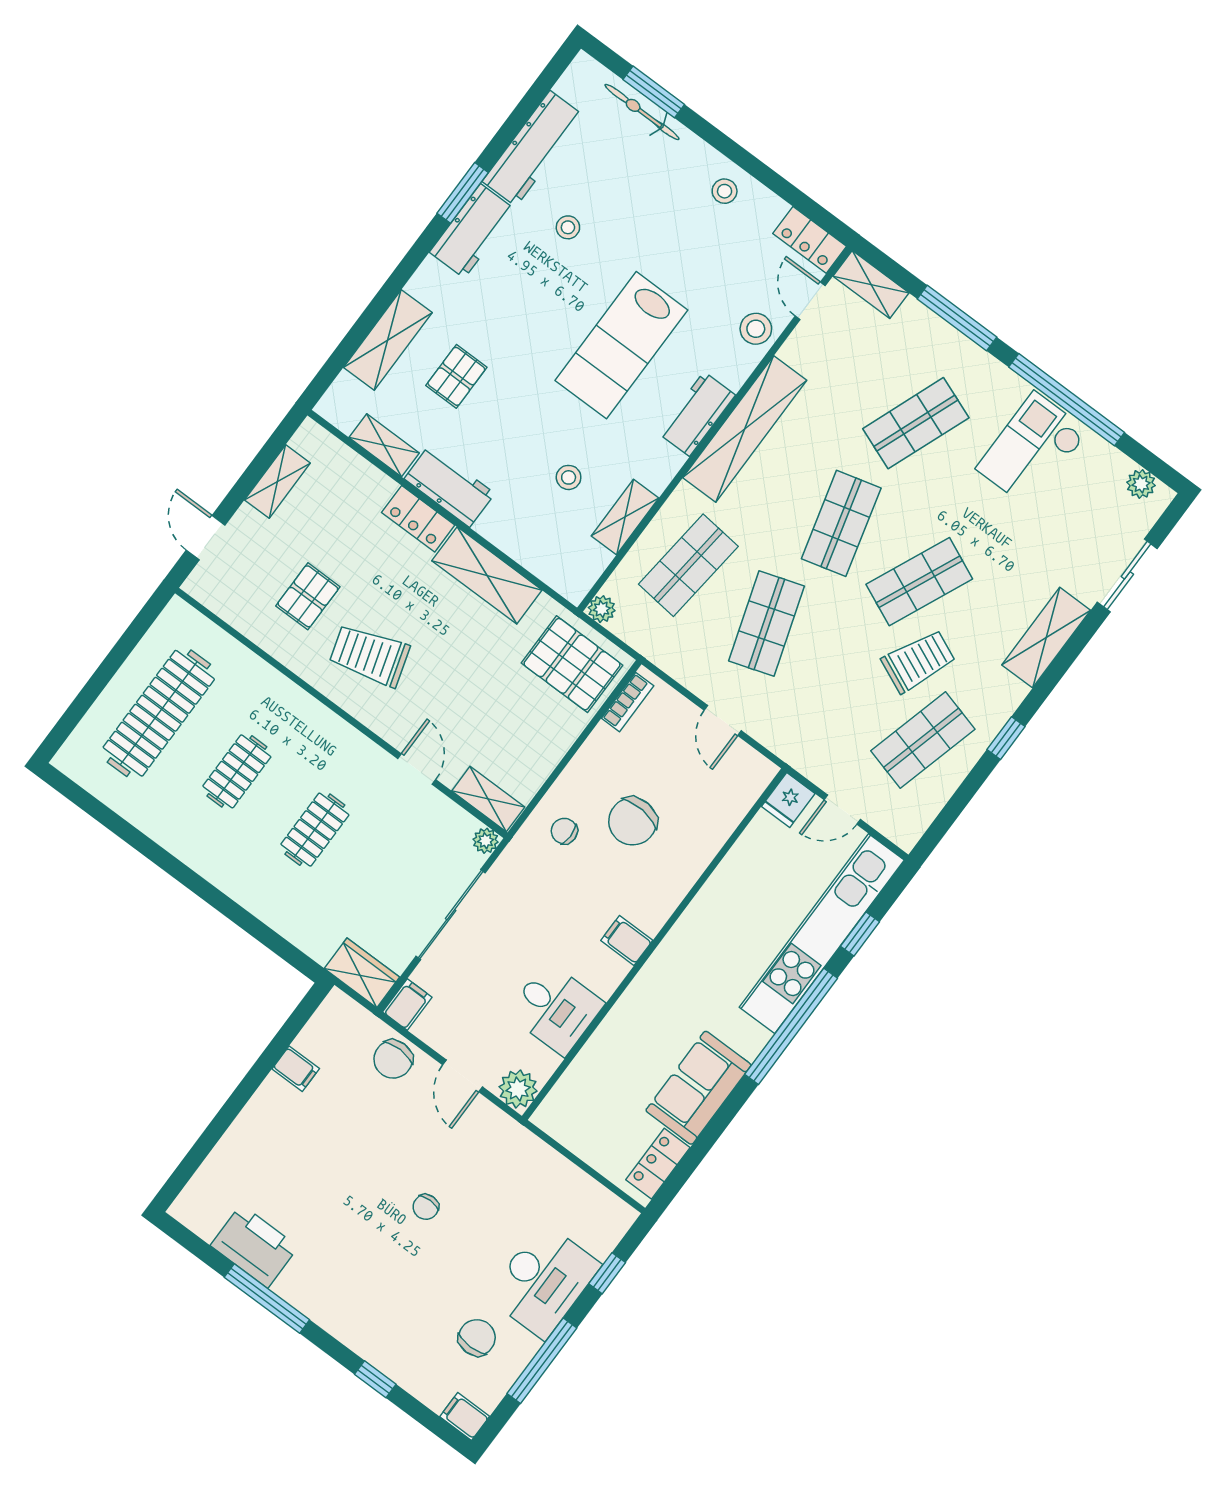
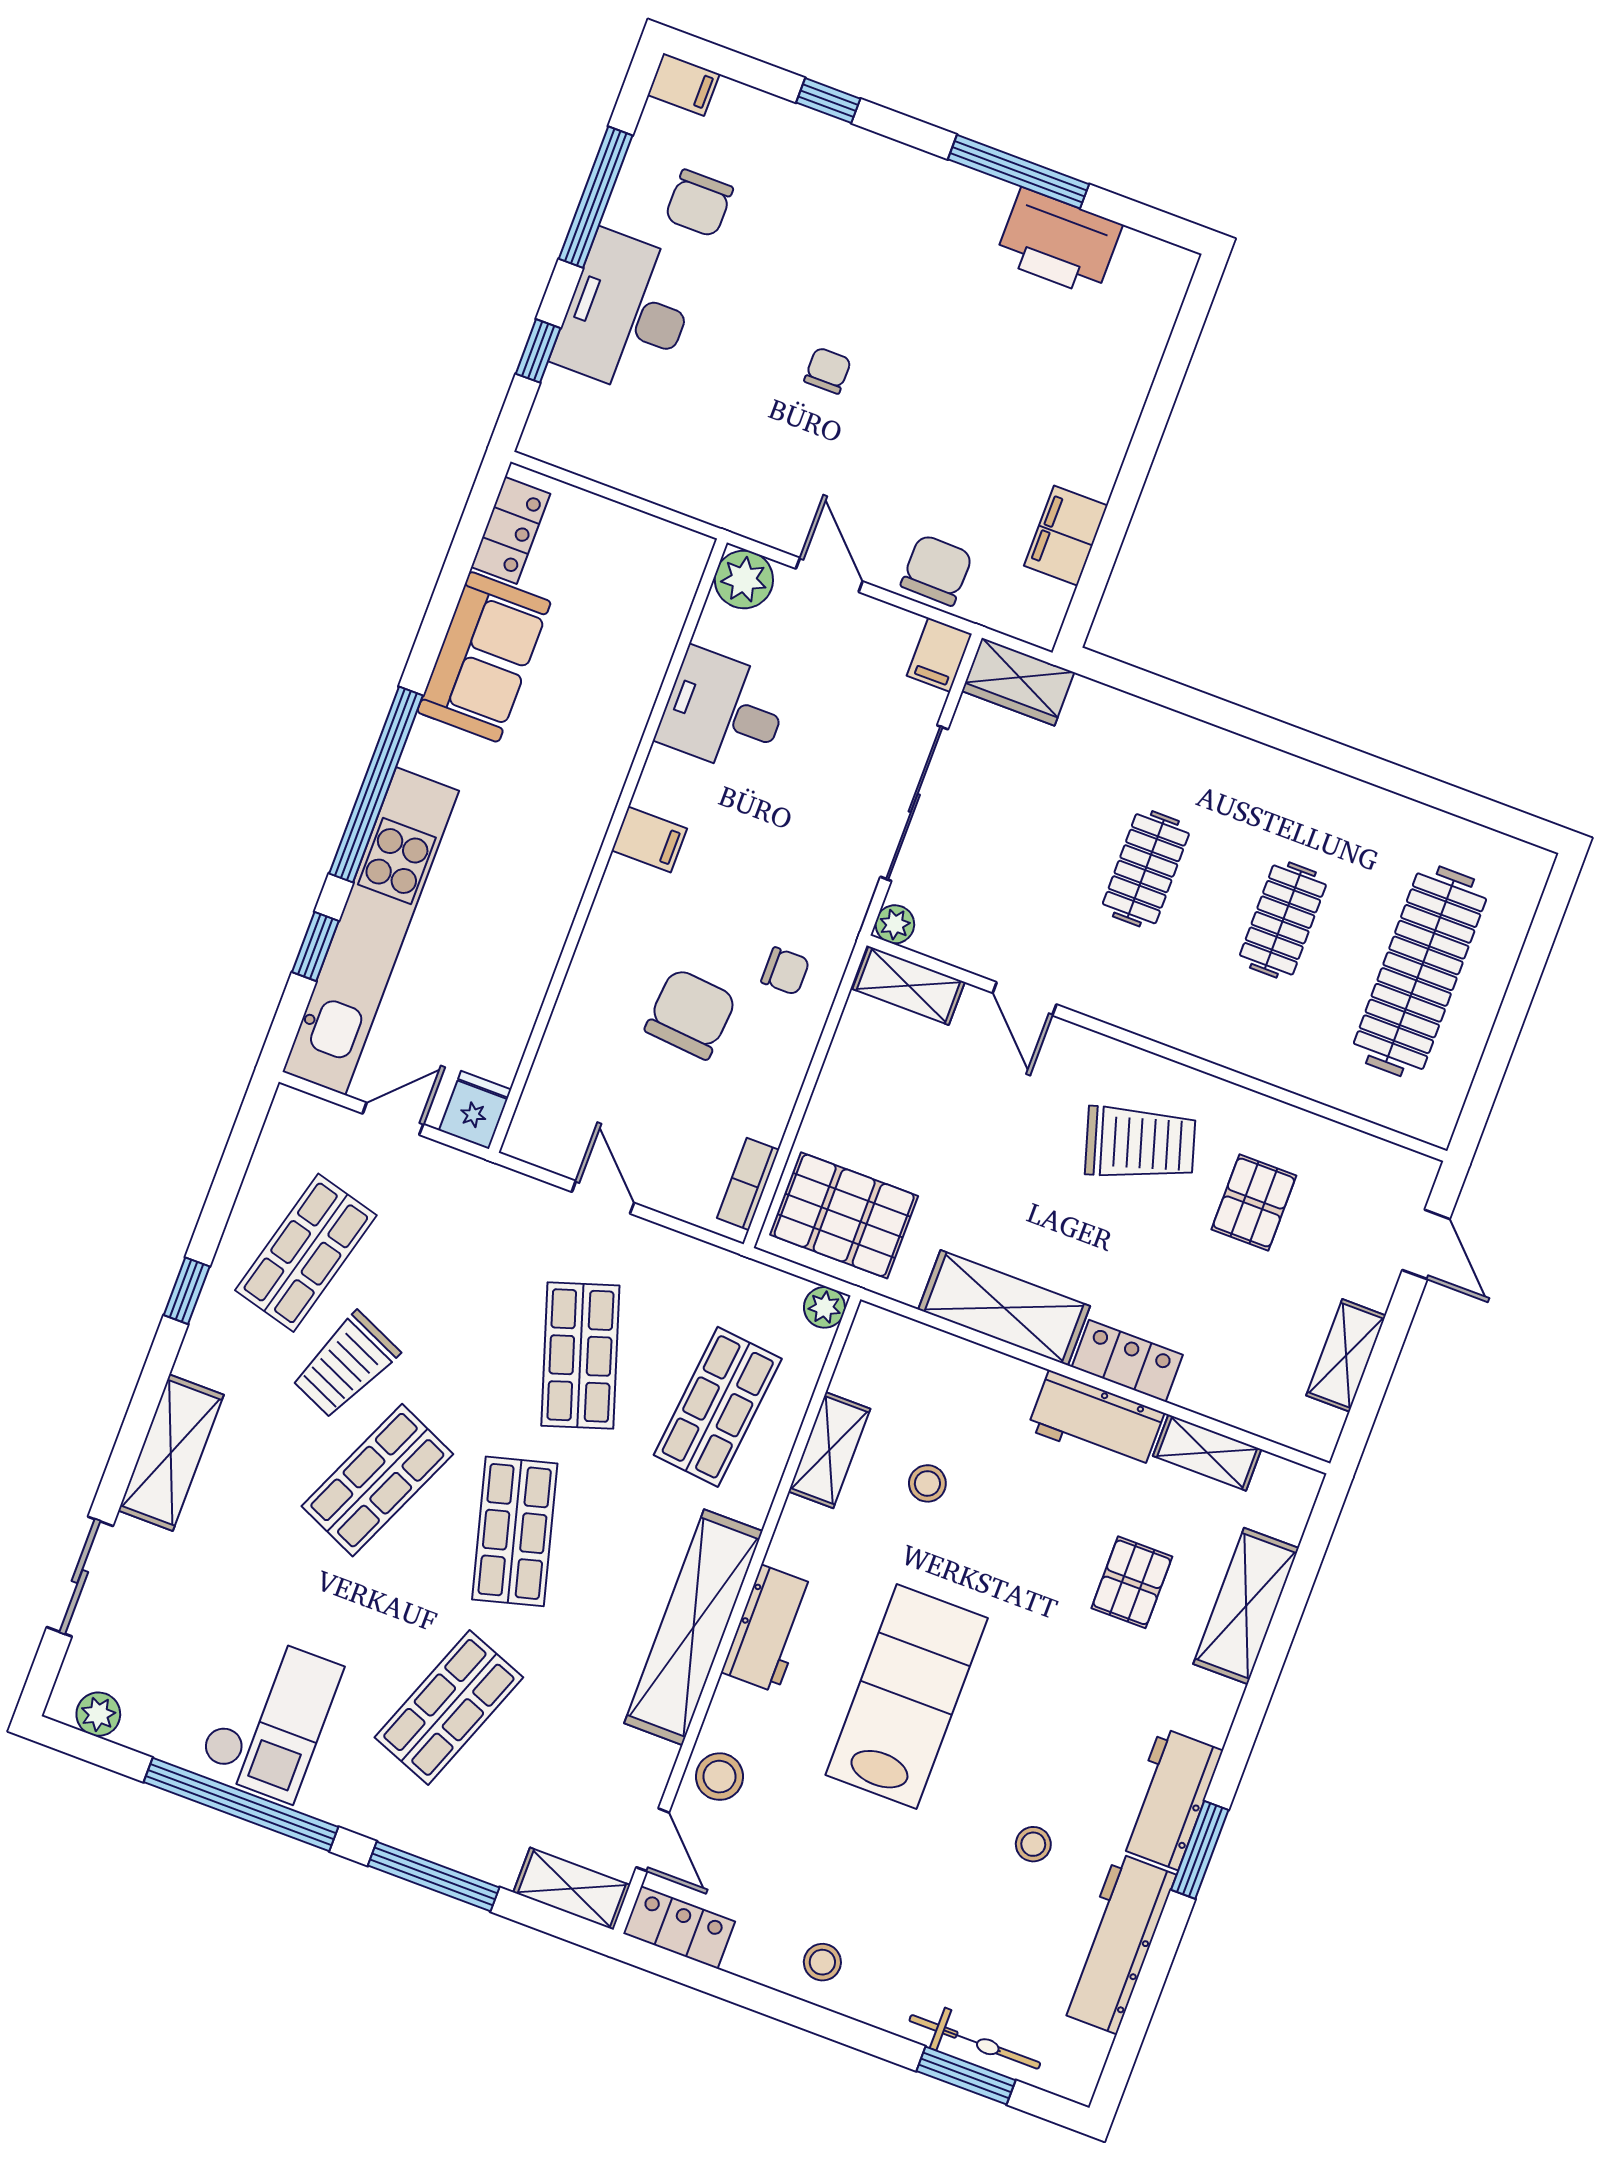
filing cabinet: (296, 1069) -> (1066, 536), width x2.00

